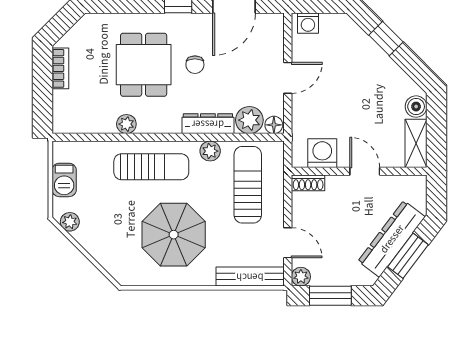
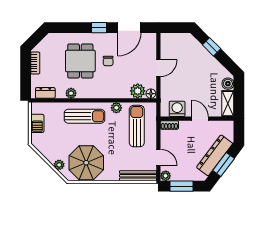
washing machine: (308, 23) -> (169, 39), removed
dresser: (208, 124) -> (45, 93), moved, width x0.70
plant: (70, 222) -> (59, 165), moved
parasol: (174, 235) -> (86, 163), moved

